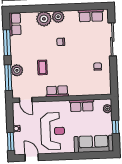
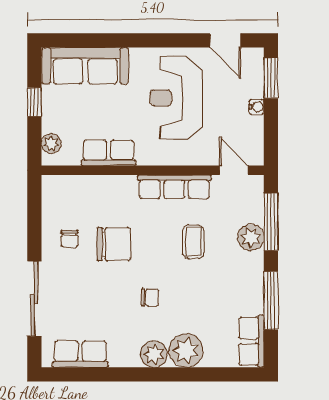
chair: (78, 65) -> (114, 244), added
row of seats: (57, 91) -> (174, 187), width x1.48

